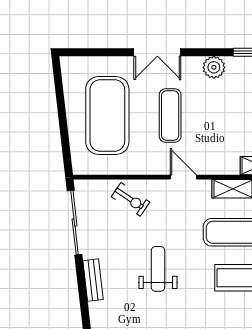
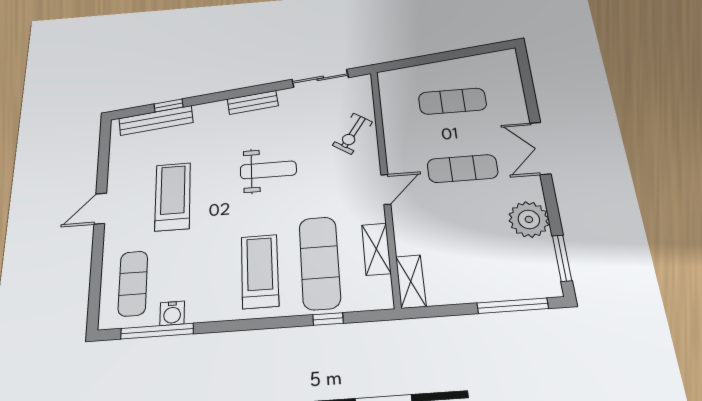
plant: (214, 67) -> (529, 219), width x1.36, depth x1.36
exercise mat: (107, 115) -> (452, 101), width x0.50, depth x0.69
sliding door: (75, 223) -> (320, 78), width x0.73

